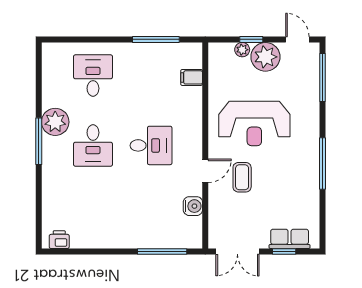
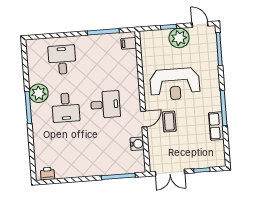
plant: (242, 50) -> (163, 34), removed
filing cabinet: (192, 77) -> (129, 43), moved
row of seats: (290, 239) -> (216, 126), moved, turned -90

